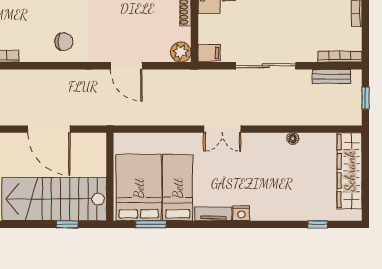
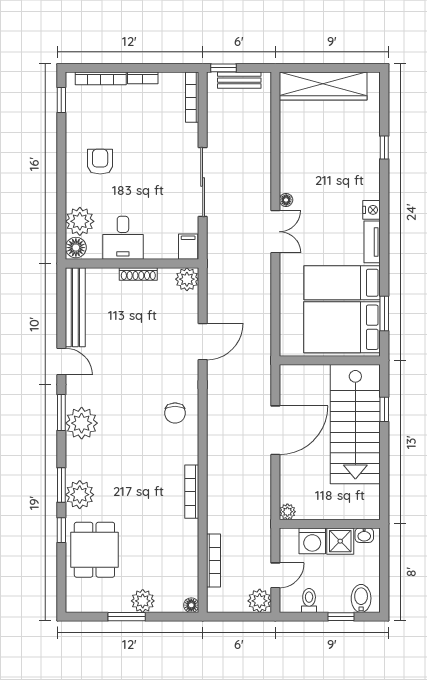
chair: (64, 42) -> (175, 413), turned 180
bench: (332, 77) -> (239, 80), moved, turned 90
window: (365, 98) -> (224, 68), moved
floor lamp: (293, 139) -> (286, 200), moved
window: (318, 224) -> (384, 147), moved

